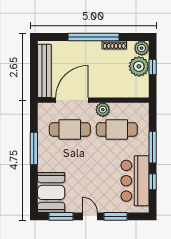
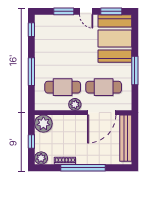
plant: (139, 66) -> (43, 124), moved
bar counter: (135, 181) -> (47, 42), removed
window: (153, 182) -> (31, 30), moved
booth: (51, 192) -> (115, 39), width x1.36, depth x1.42

